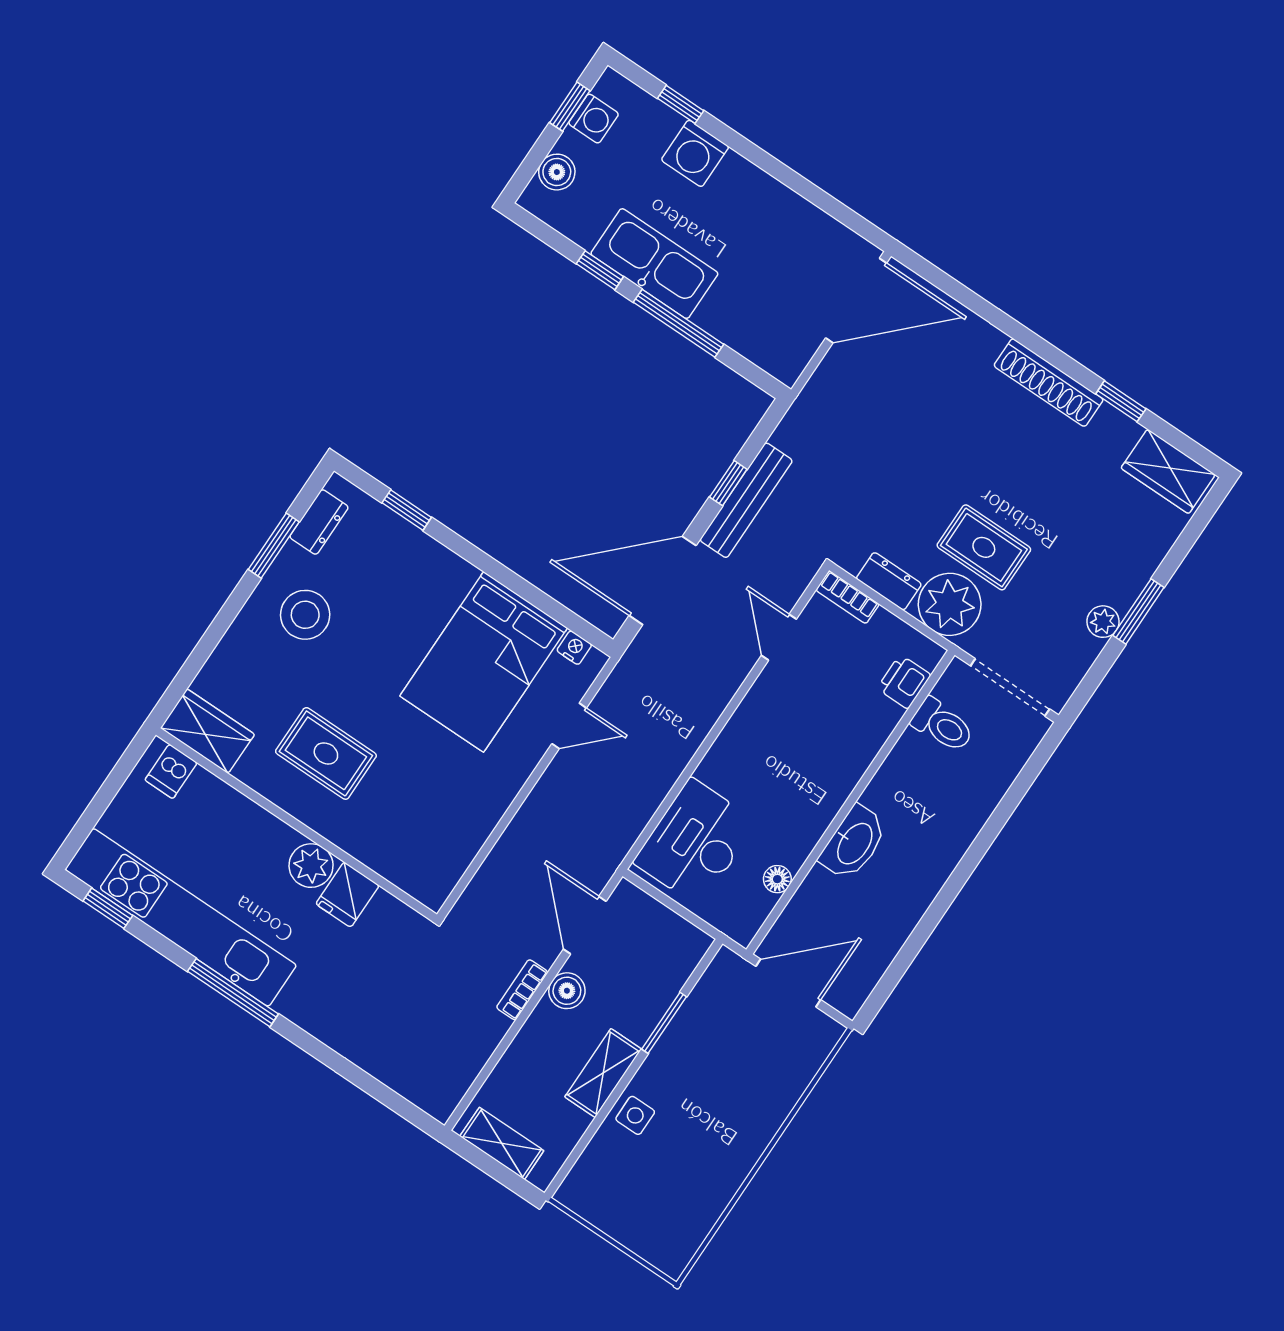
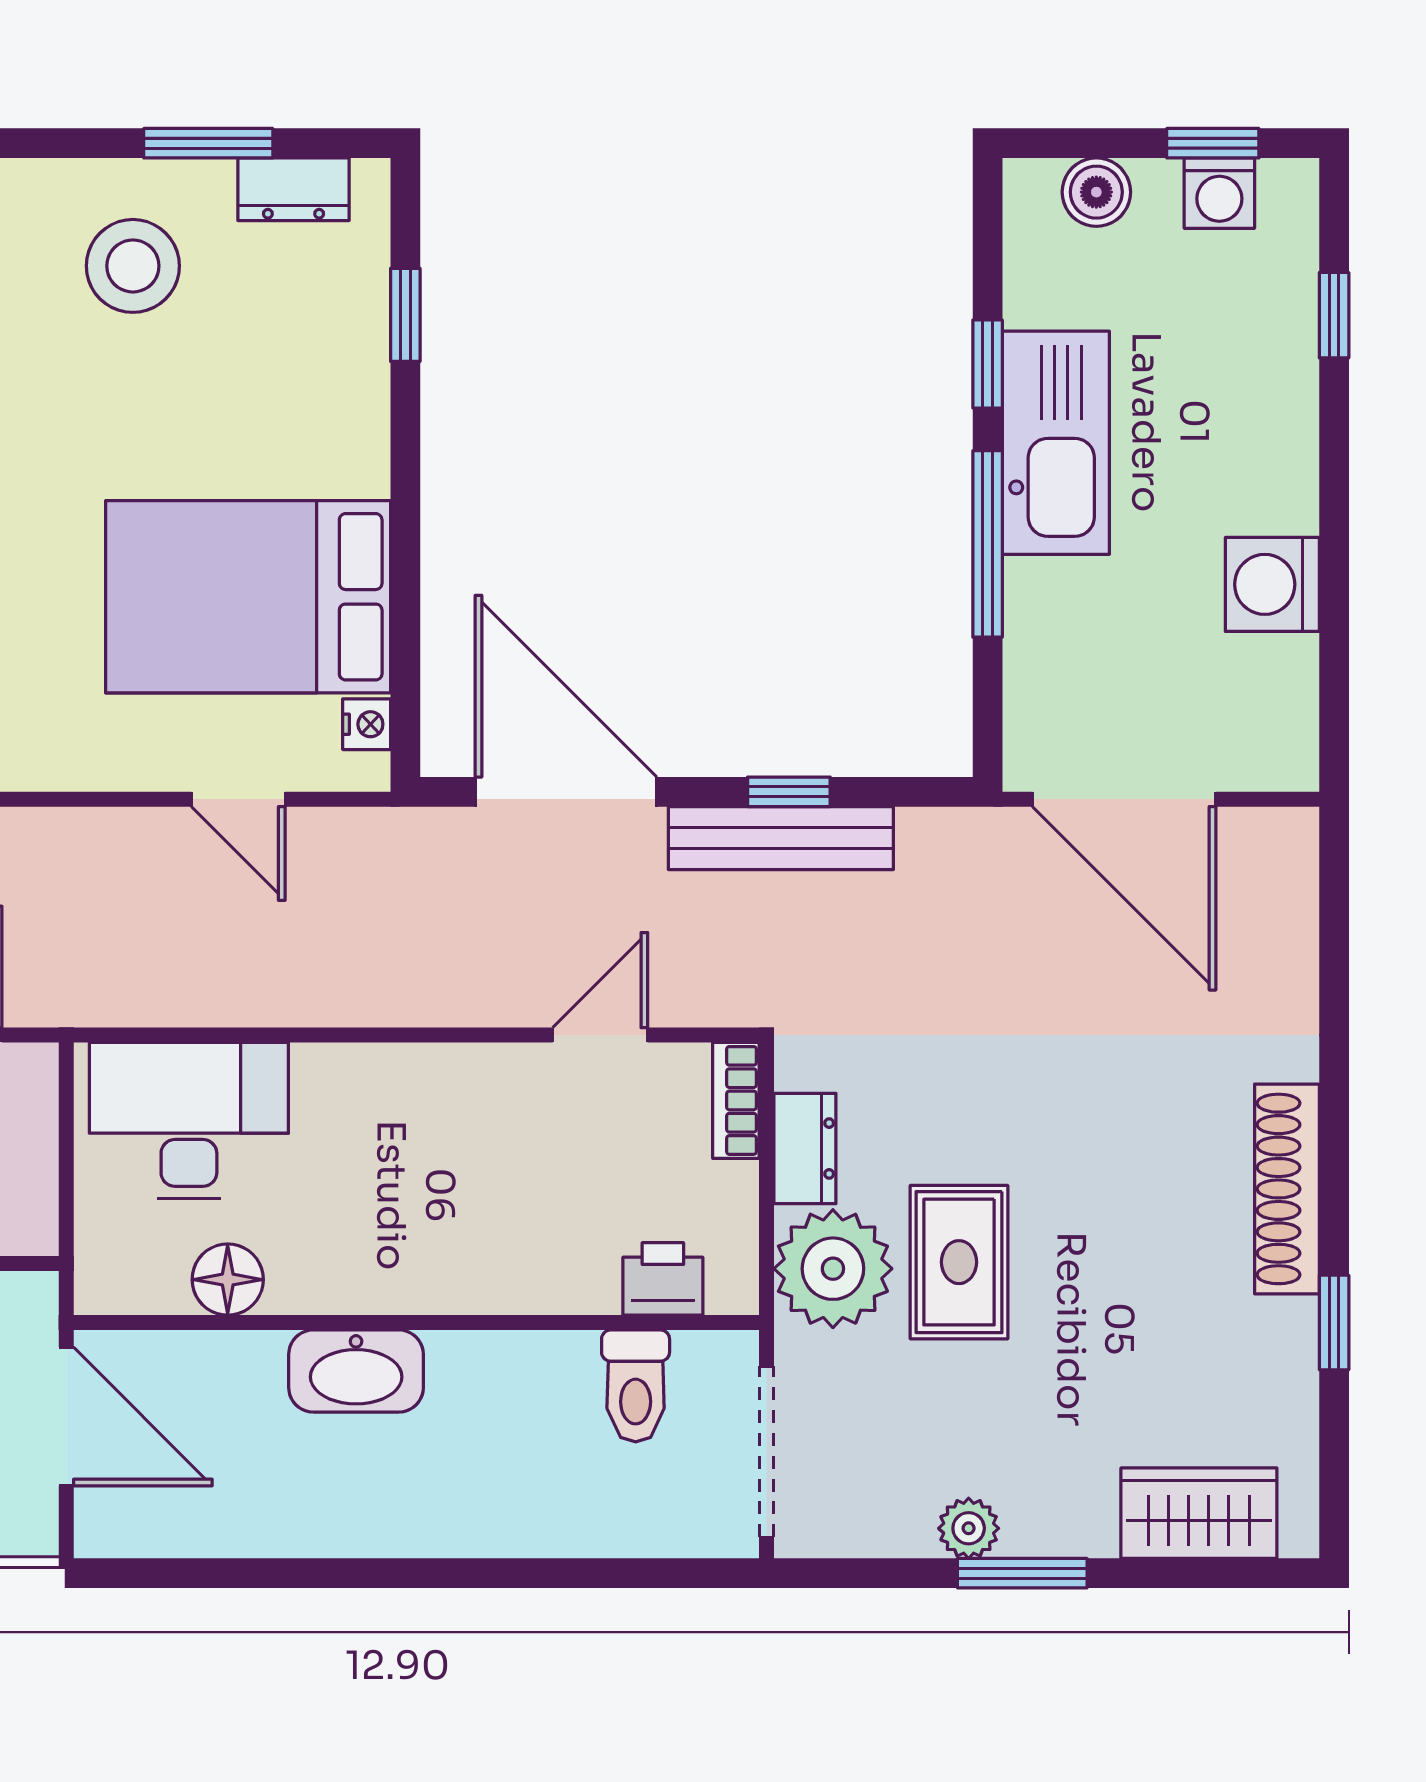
washing machine: (695, 153) -> (1272, 584), moved
door: (856, 301) -> (1124, 799), moved
wardrobe: (1168, 471) -> (1199, 1513), moved, turned 90
floor lamp: (777, 879) -> (228, 1280), width x1.37, depth x1.37

